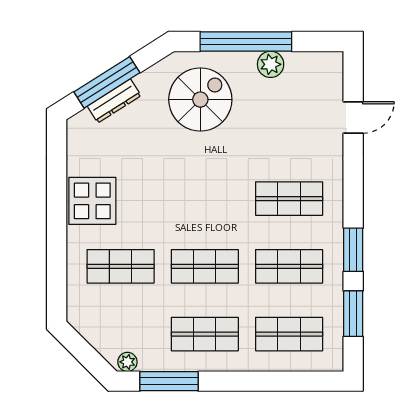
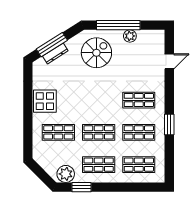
window: (353, 314) -> (169, 155), removed
plant: (127, 362) -> (66, 174), width x1.88, depth x1.88
window: (169, 381) -> (81, 187), width x0.69

